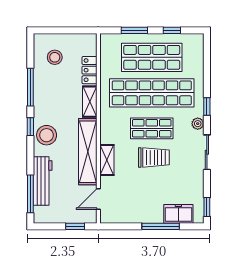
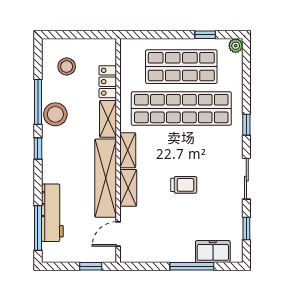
window: (134, 30) -> (161, 35), removed
plant: (198, 124) -> (236, 46), moved
shelving: (106, 128) -> (128, 150), added
shop shelf: (152, 128) -> (181, 150), removed
stool: (47, 135) -> (55, 114), moved
trolley: (154, 157) -> (184, 185), width x0.73, depth x0.72
window: (207, 207) -> (246, 229), moved

